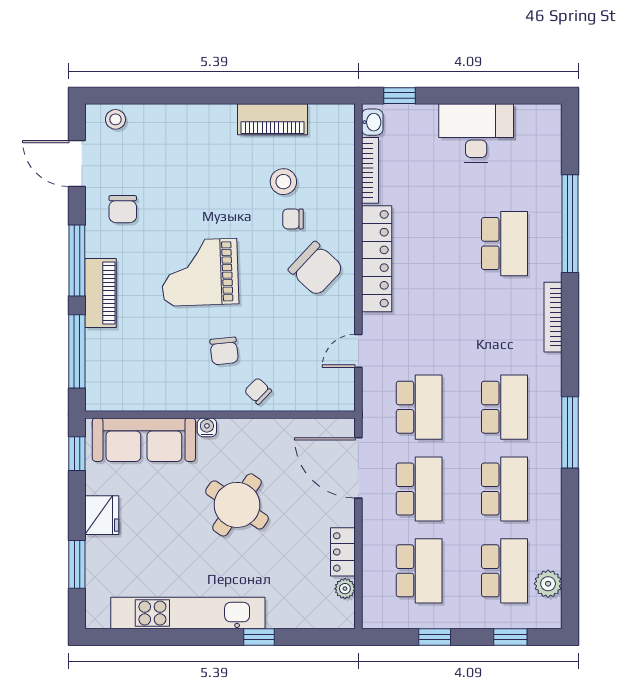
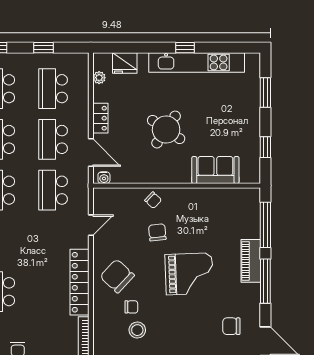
chair: (123, 209) -> (231, 326), moved, turned -90
chair: (224, 351) -> (157, 232), moved
water cooler: (207, 427) -> (104, 178), moved
sofa: (144, 440) -> (215, 170), width x0.73
window: (77, 454) -> (265, 147), moved
door: (358, 468) -> (91, 152), width x0.73
fridge: (102, 515) -> (125, 63), moved, turned -90
locker: (343, 552) -> (100, 118), moved
window: (259, 637) -> (185, 48), moved

